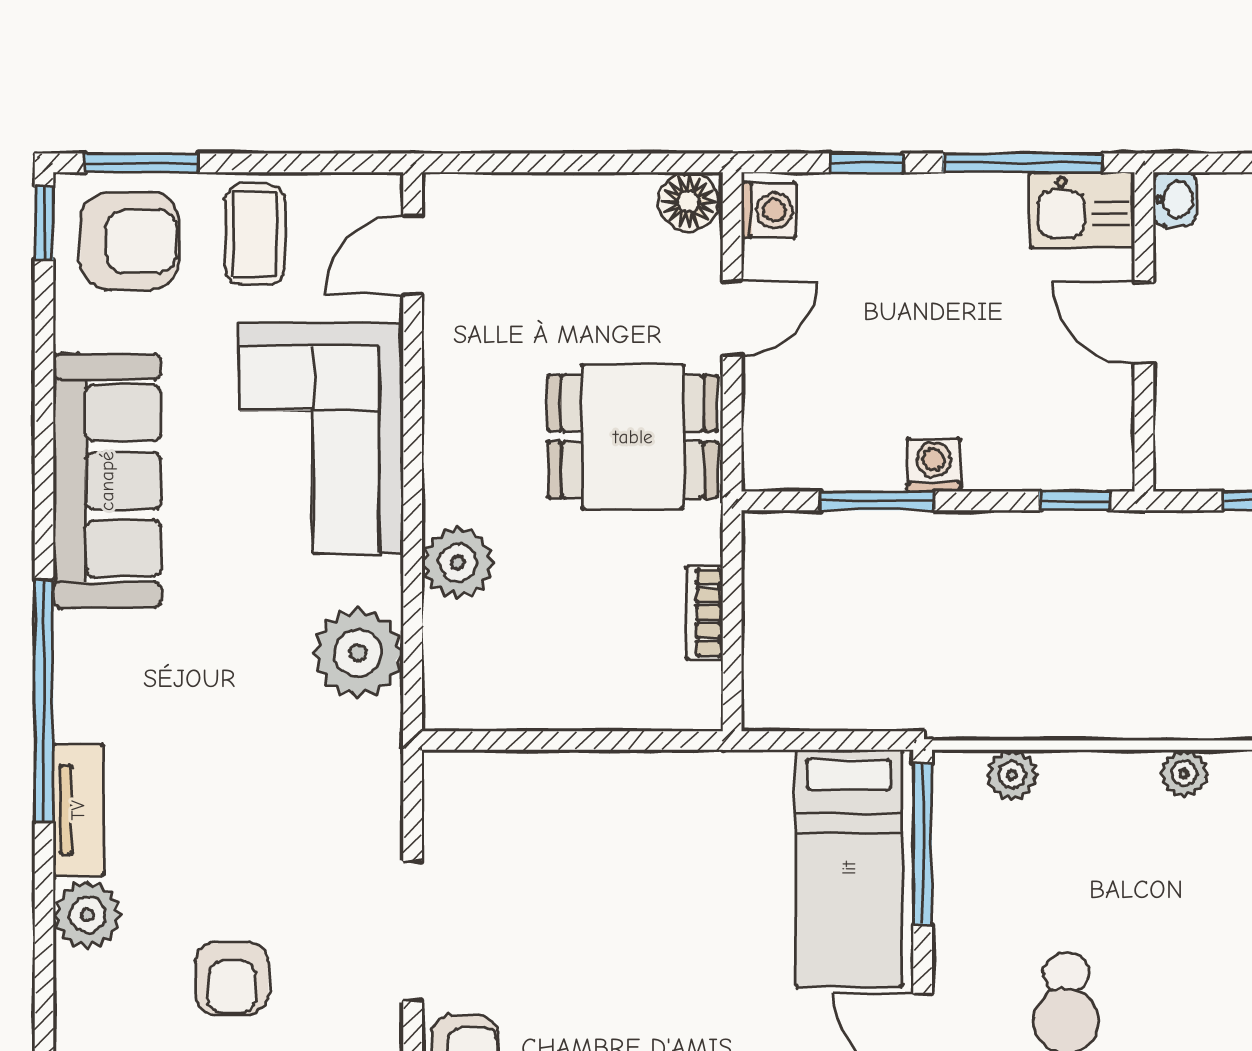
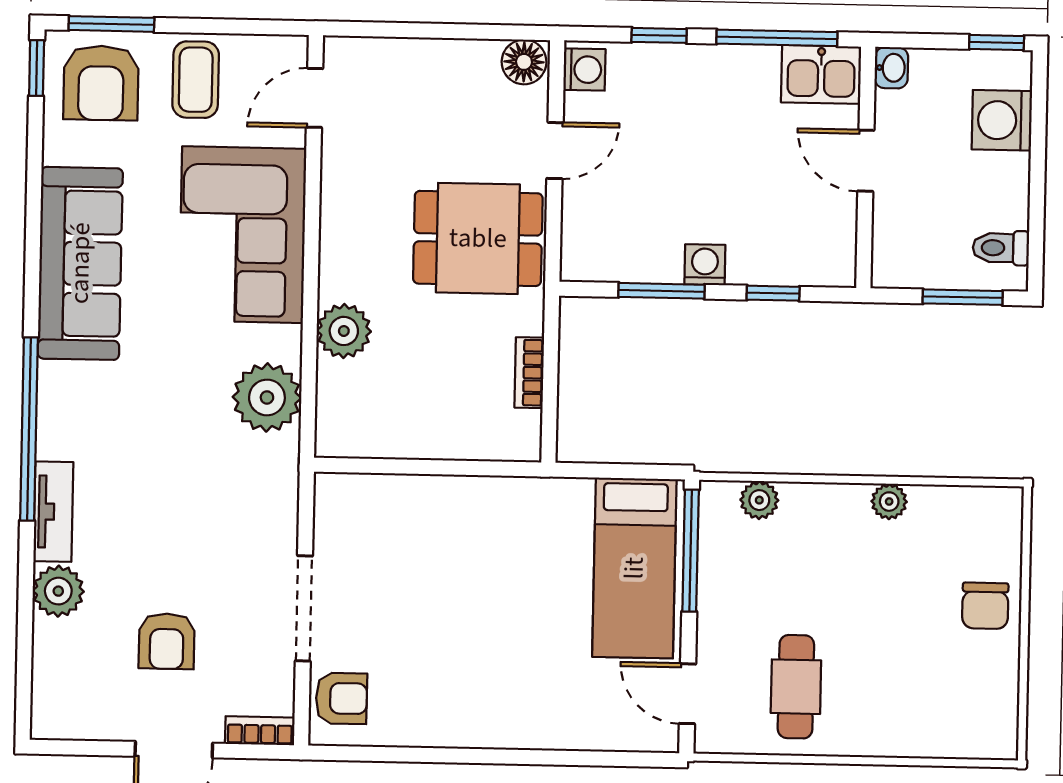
armchair: (130, 241) -> (101, 83), turned 90
window: (1074, 501) -> (773, 293), moved

